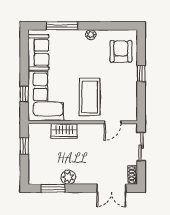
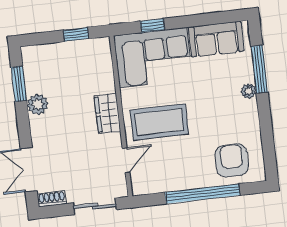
plant: (91, 35) -> (249, 91), moved
armchair: (121, 51) -> (232, 160), turned -90
window: (141, 74) -> (202, 194), width x3.17
door: (113, 122) -> (126, 160), swing flipped
wardrobe: (64, 131) -> (108, 114), moved

